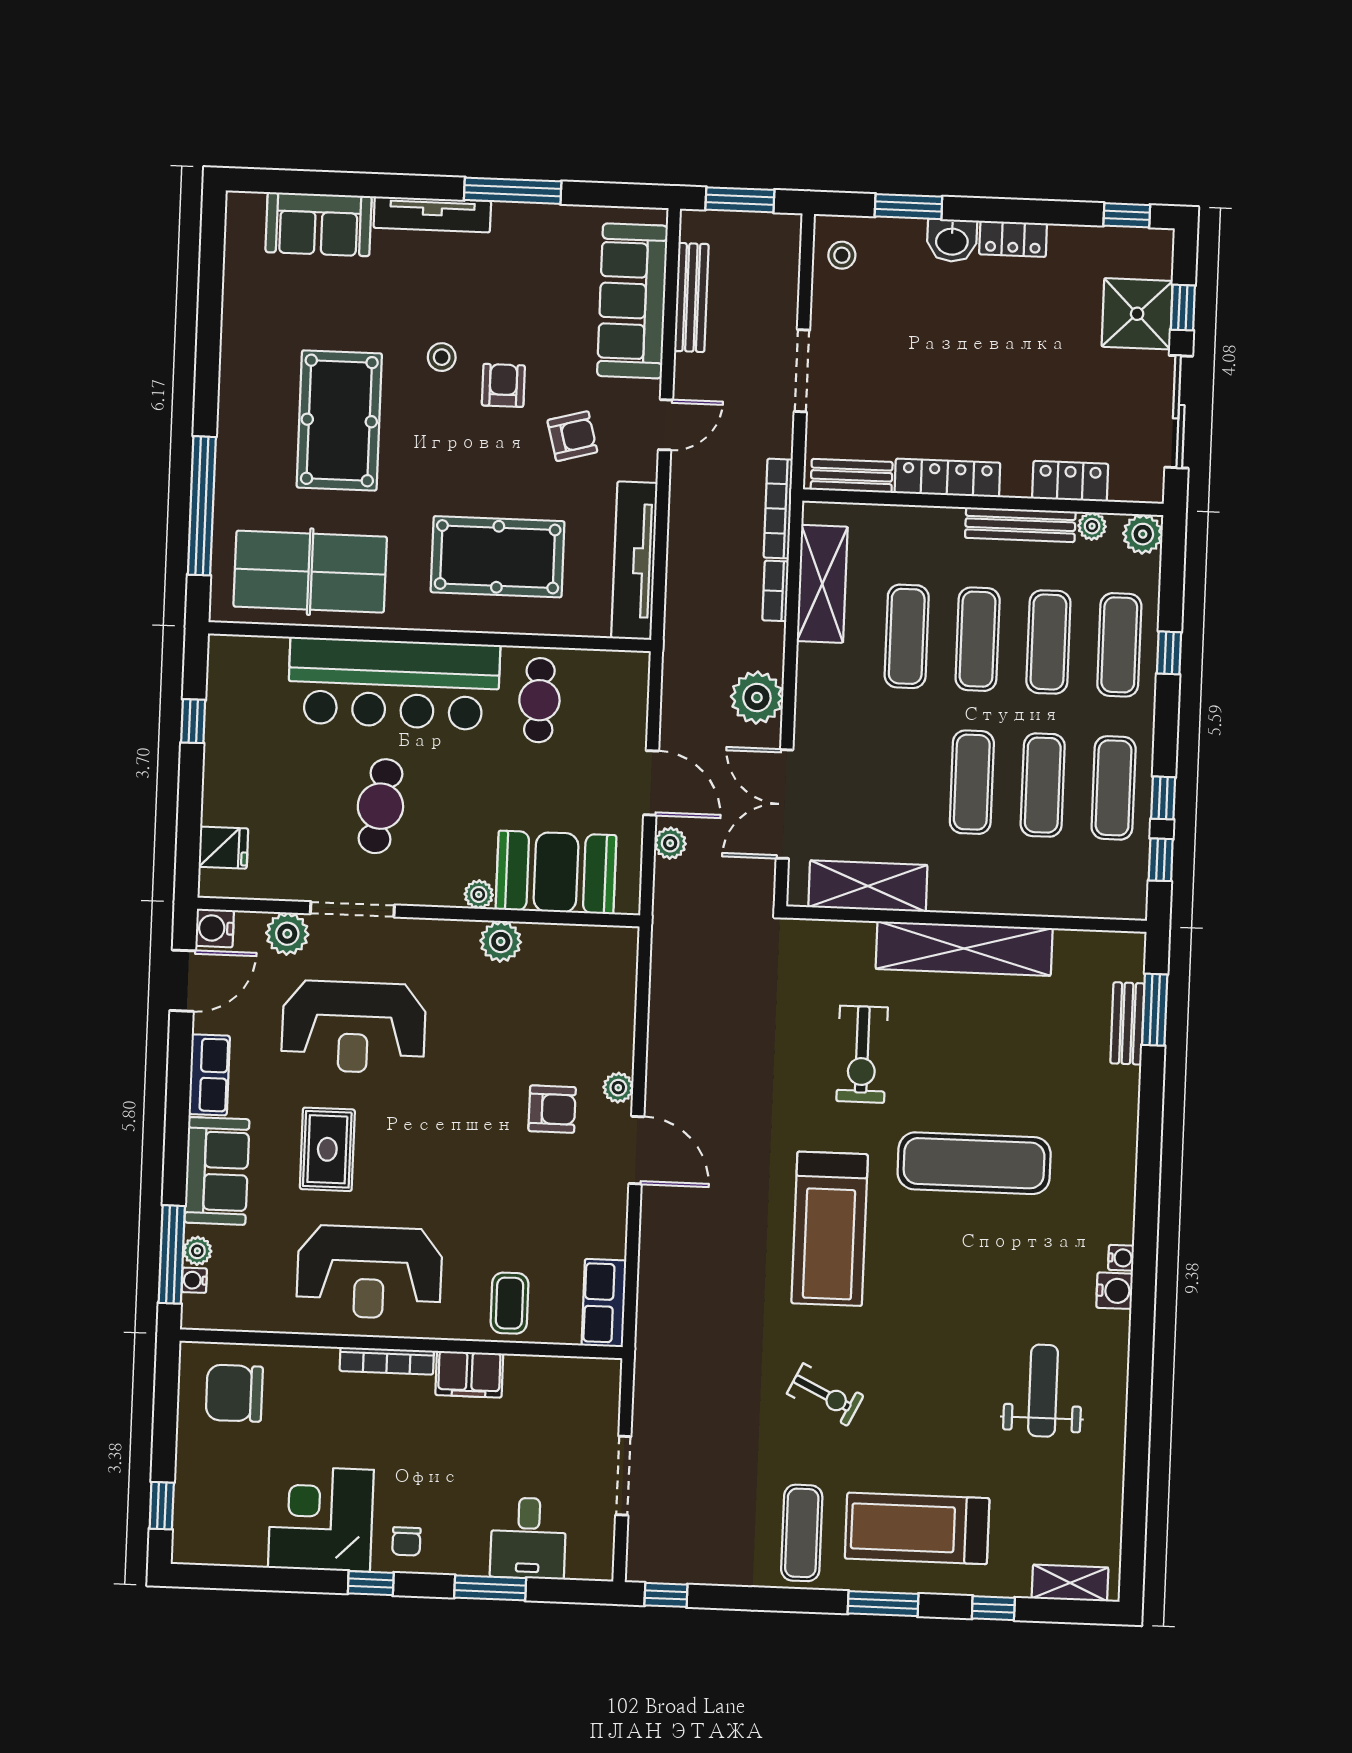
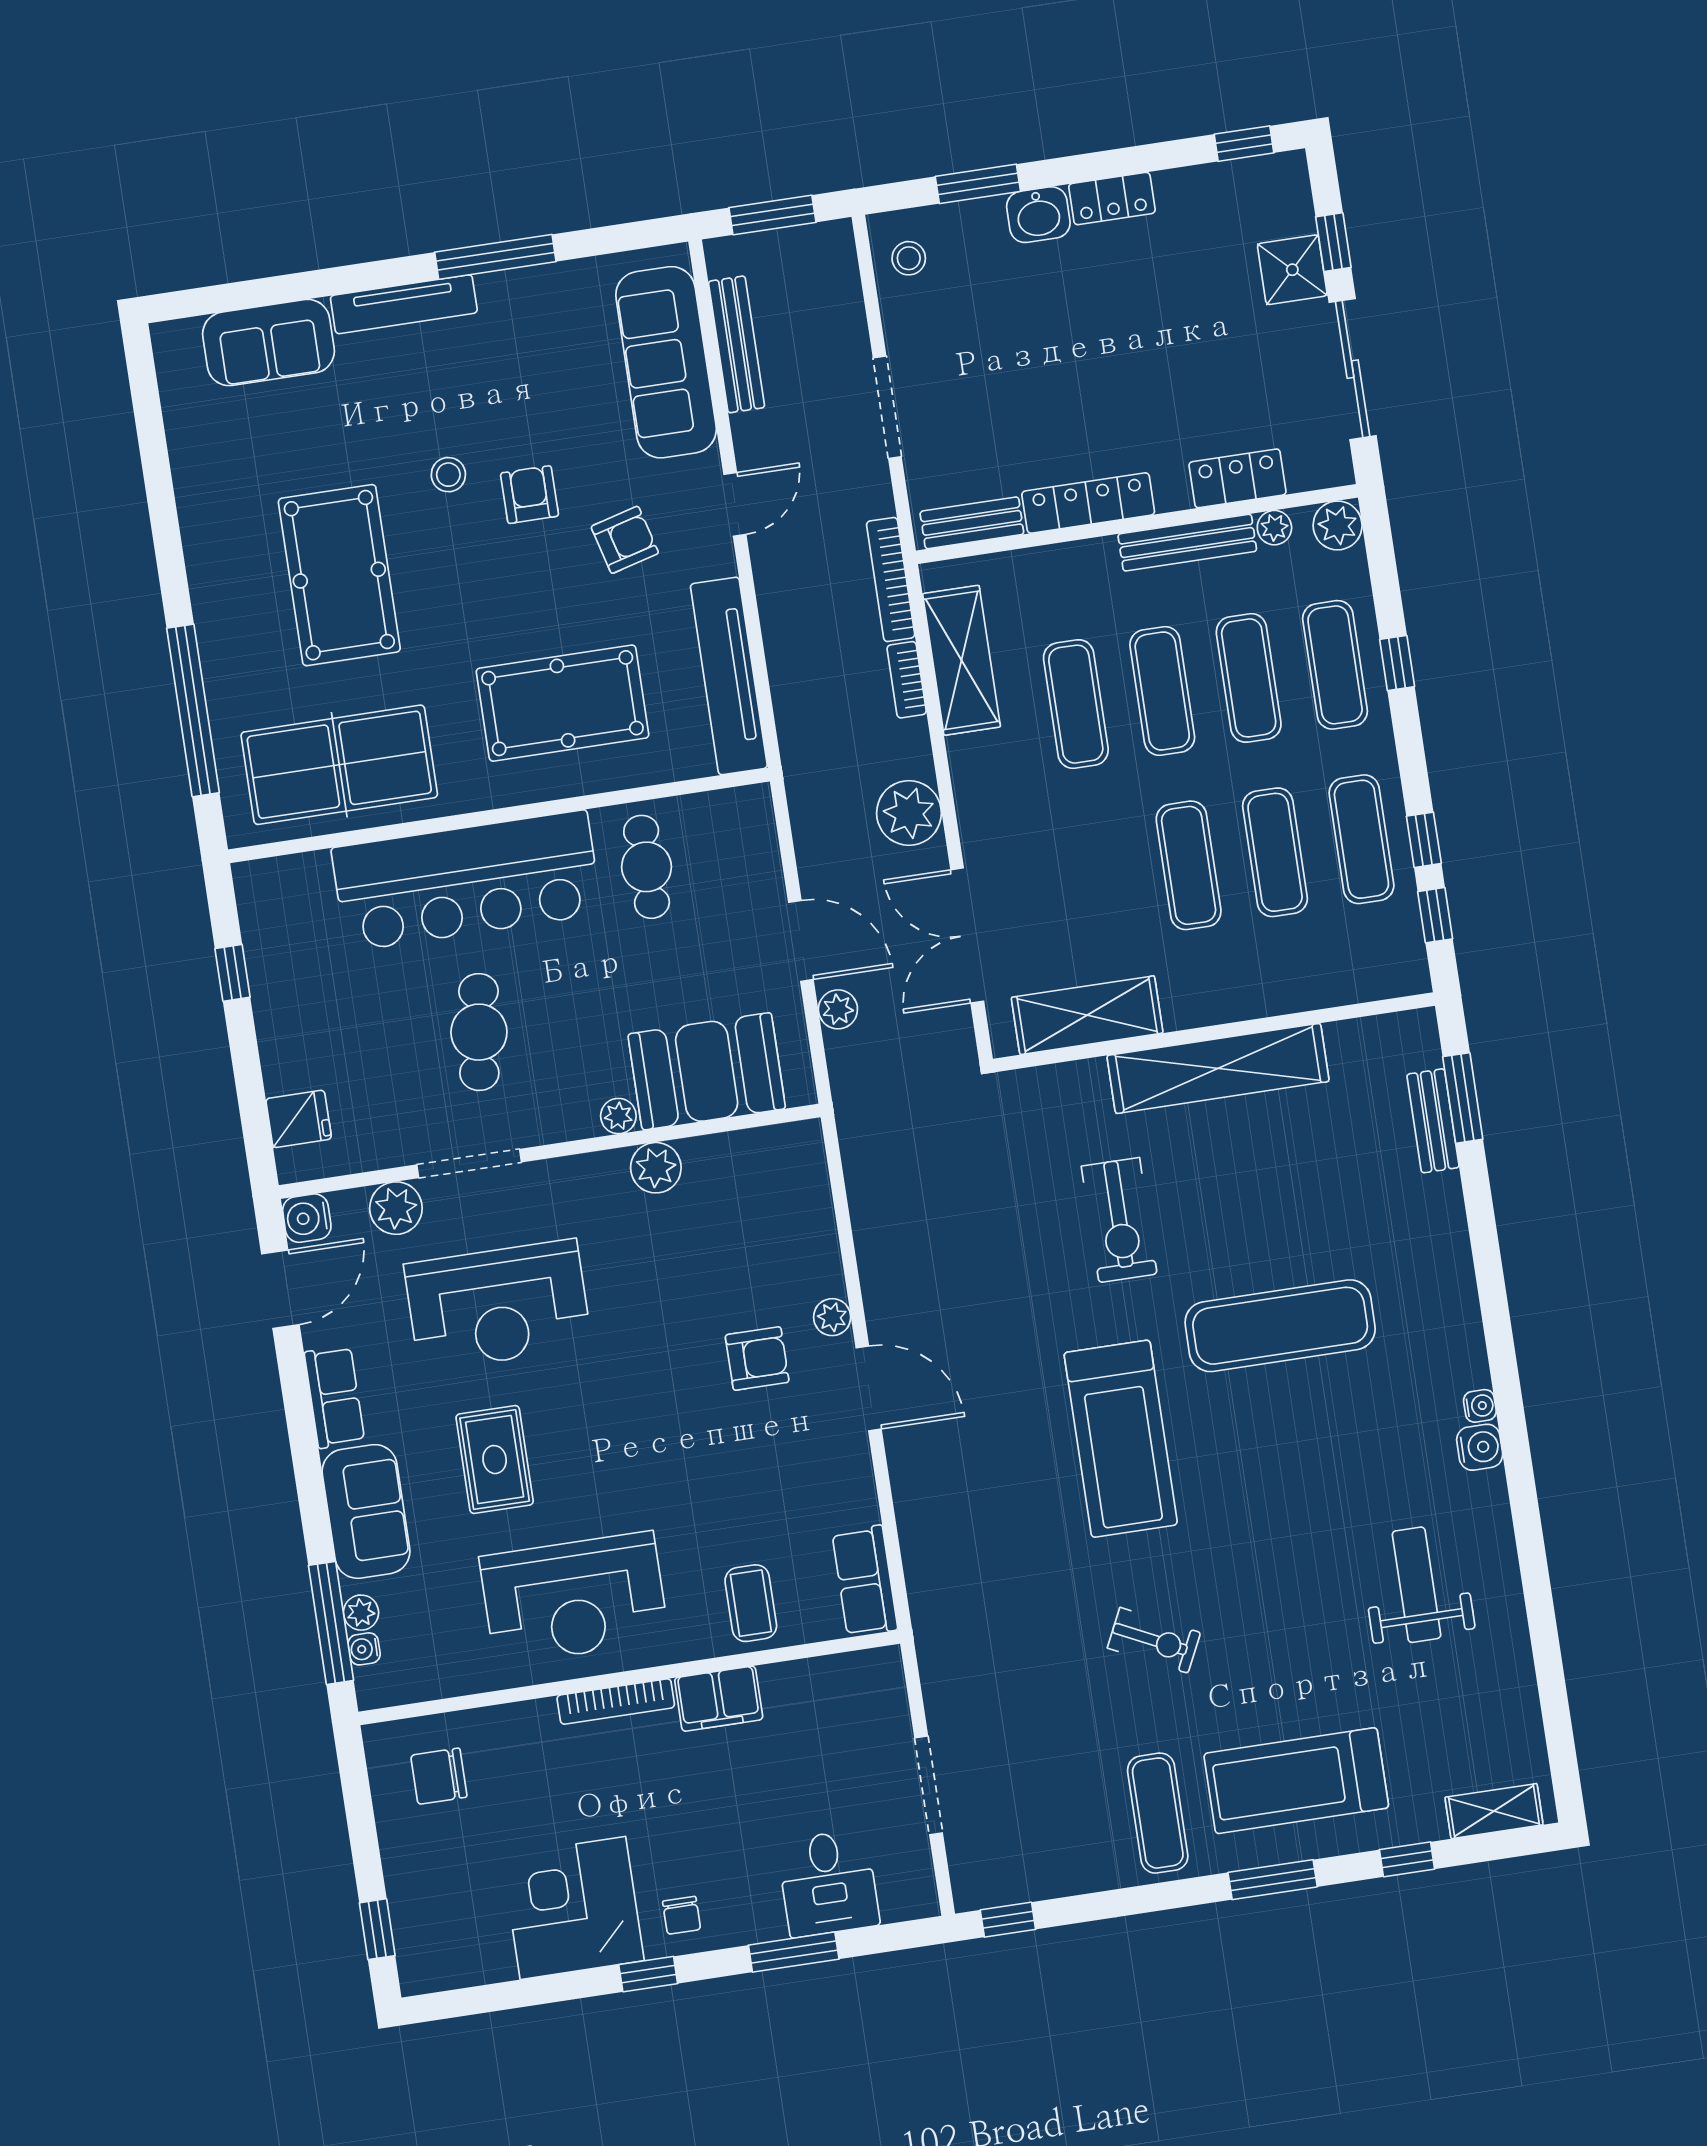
shower: (1137, 314) -> (1292, 270), width x0.73, depth x0.73
chair: (234, 1393) -> (439, 1776), width x0.73, depth x0.73

